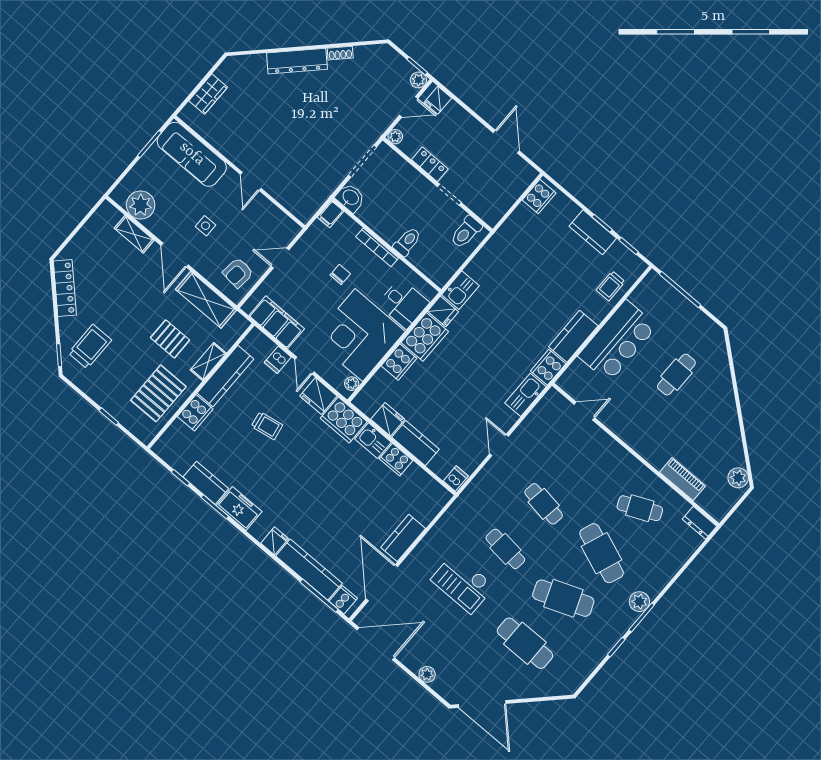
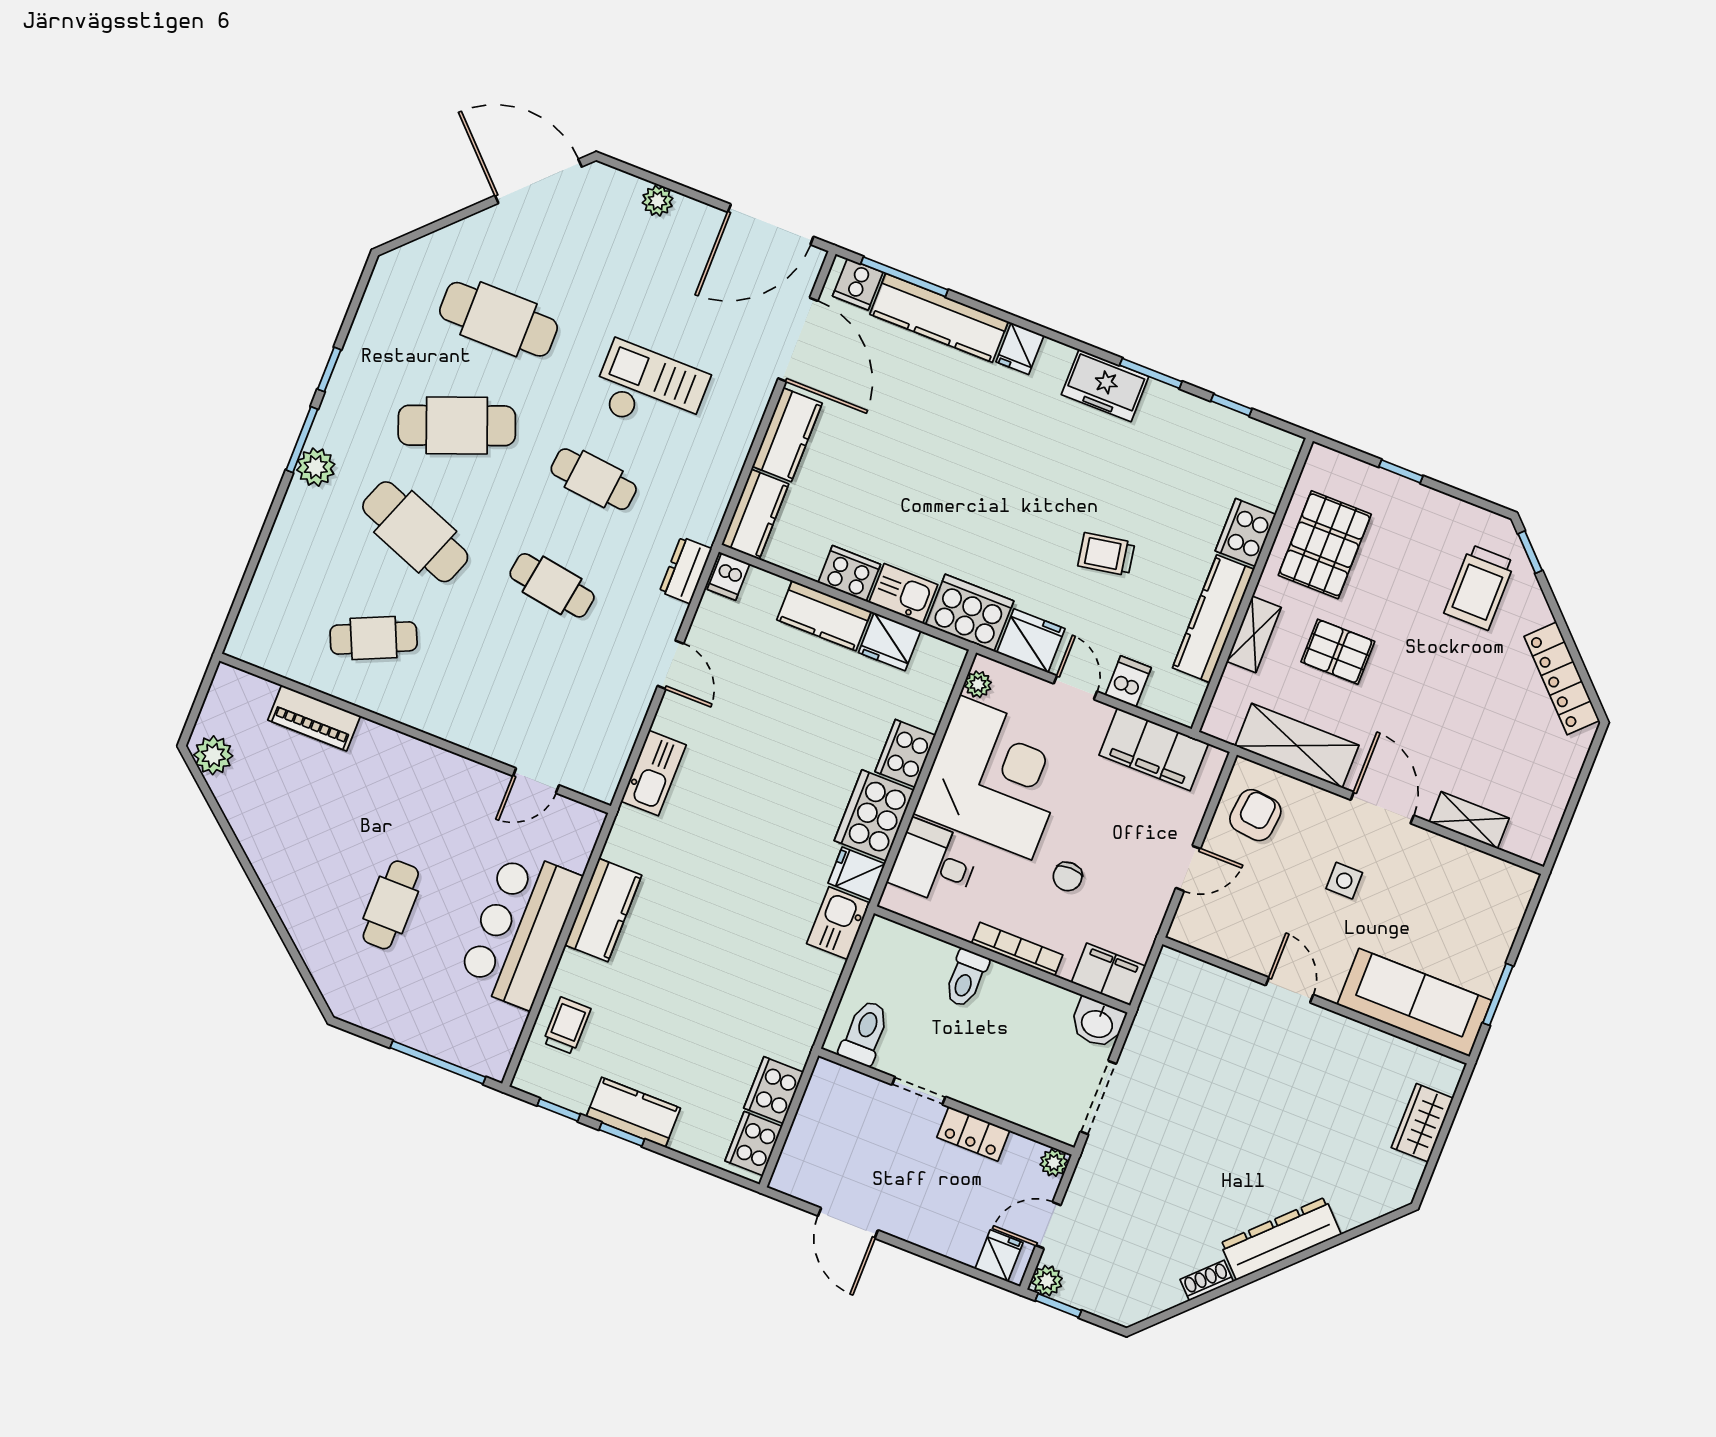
plant: (141, 205) -> (1476, 878), removed
filing cabinet: (330, 214) -> (1108, 974), width x2.00
cooker: (548, 367) -> (774, 1090), moved, turned 180
kitchen counter: (206, 483) -> (755, 514), moved, turned -90
dresser: (699, 523) -> (686, 570), moved, turned -90

